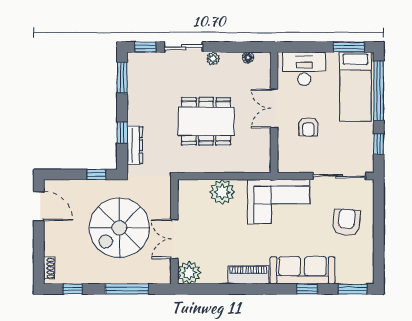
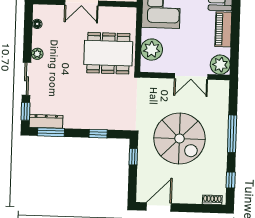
dining table: (206, 121) -> (108, 53), moved, turned 90
dresser: (135, 145) -> (46, 121), moved
wall: (174, 232) -> (185, 76), moved
double door: (174, 239) -> (191, 76), moved
plant: (189, 273) -> (220, 65), moved

